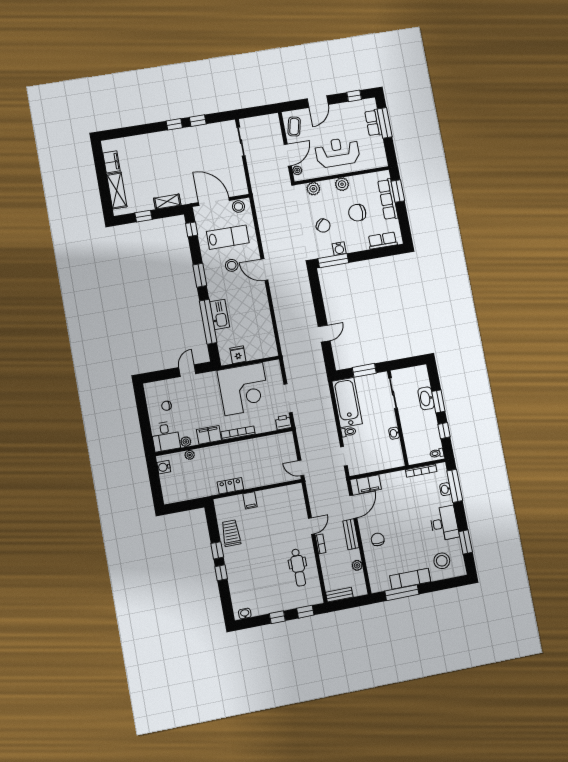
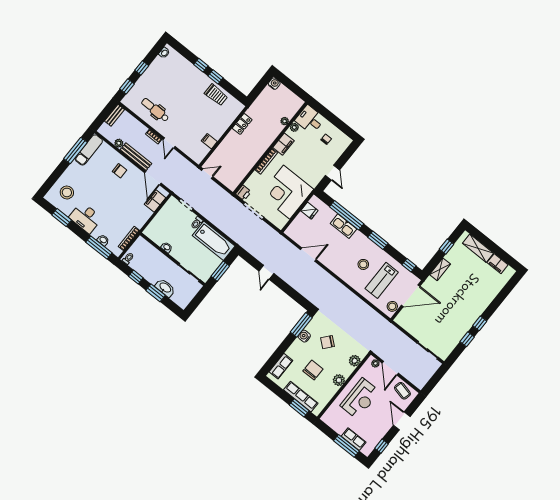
door: (264, 270) -> (308, 255), moved
water cooler: (164, 467) -> (274, 84), moved
filing cabinet: (250, 500) -> (209, 141), moved
bench: (351, 534) -> (136, 157), width x1.36
exam couch: (410, 579) -> (89, 150), moved

